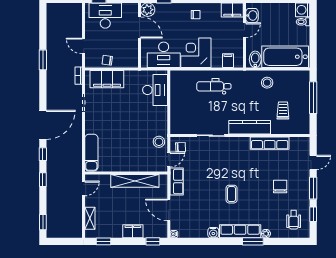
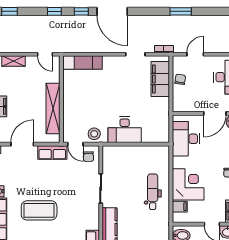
corner desk: (196, 53) -> (188, 184), moved
desk: (155, 90) -> (125, 130), moved
coffee table: (232, 194) -> (39, 210), width x1.86, depth x1.72

